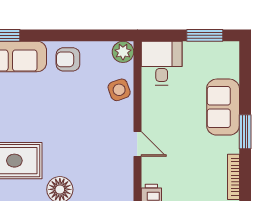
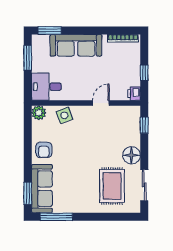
sofa: (223, 107) -> (76, 45), width x1.36
window: (245, 132) -> (50, 31), moved

